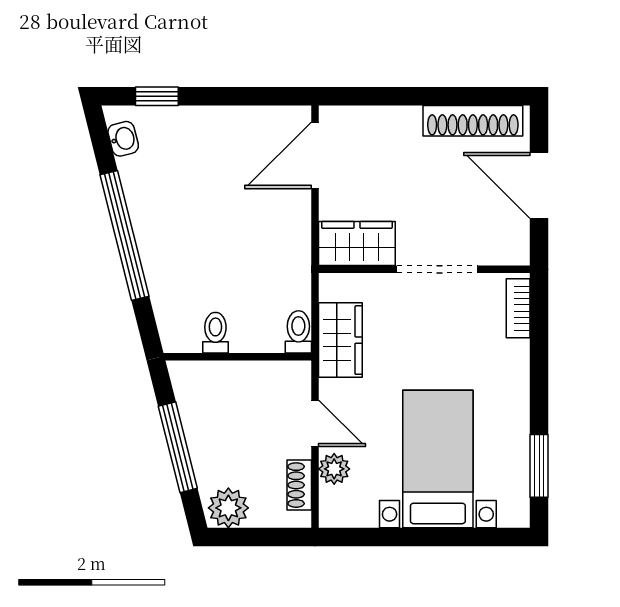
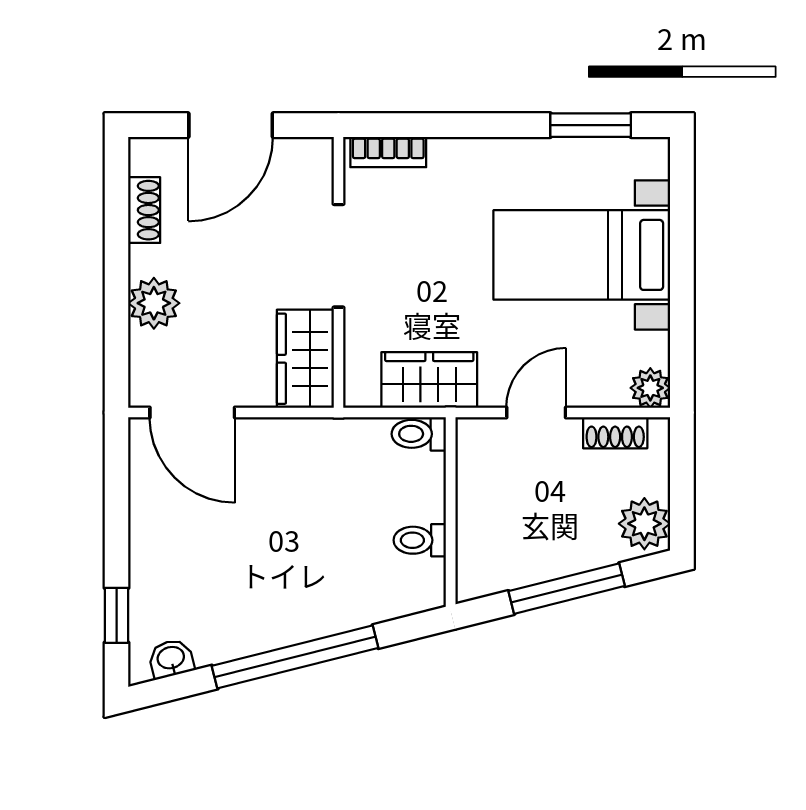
shoe rack: (473, 121) -> (144, 210), width x0.51, depth x0.81
plant: (400, 125) -> (154, 303), added
plant: (334, 469) -> (650, 388), moved

